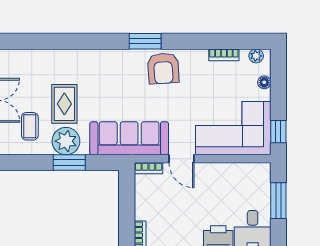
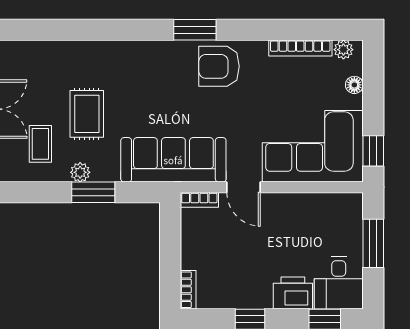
bookcase: (224, 55) -> (300, 48), width x1.56
armchair: (163, 68) -> (219, 66), turned 94
plant: (66, 141) -> (80, 172), width x0.53, depth x0.53

